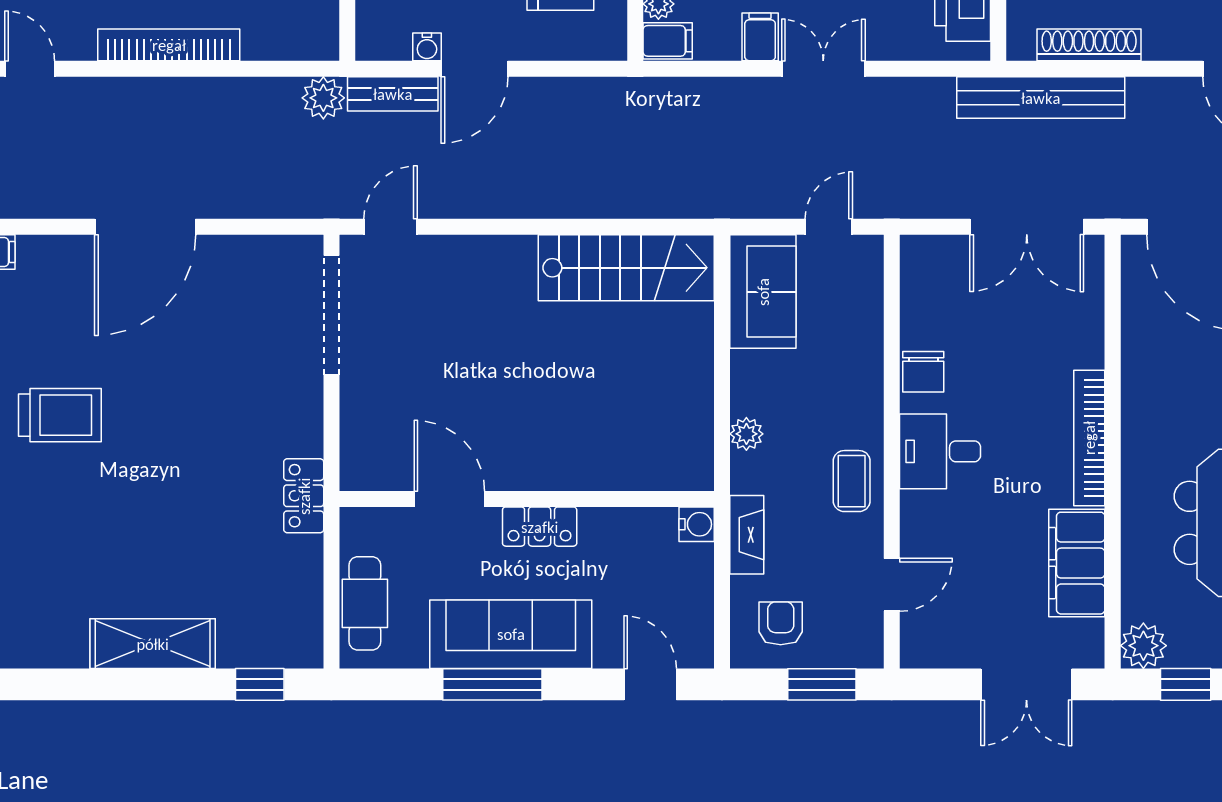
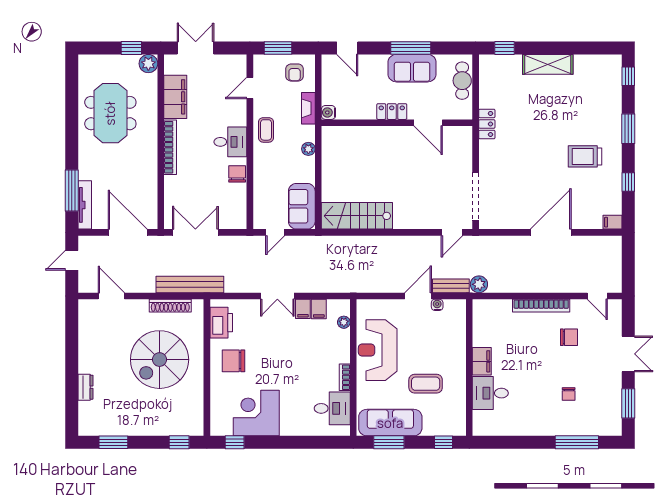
filing cabinet: (668, 41) -> (319, 309), moved, turned -90
sofa: (511, 634) -> (412, 68), width x0.73

